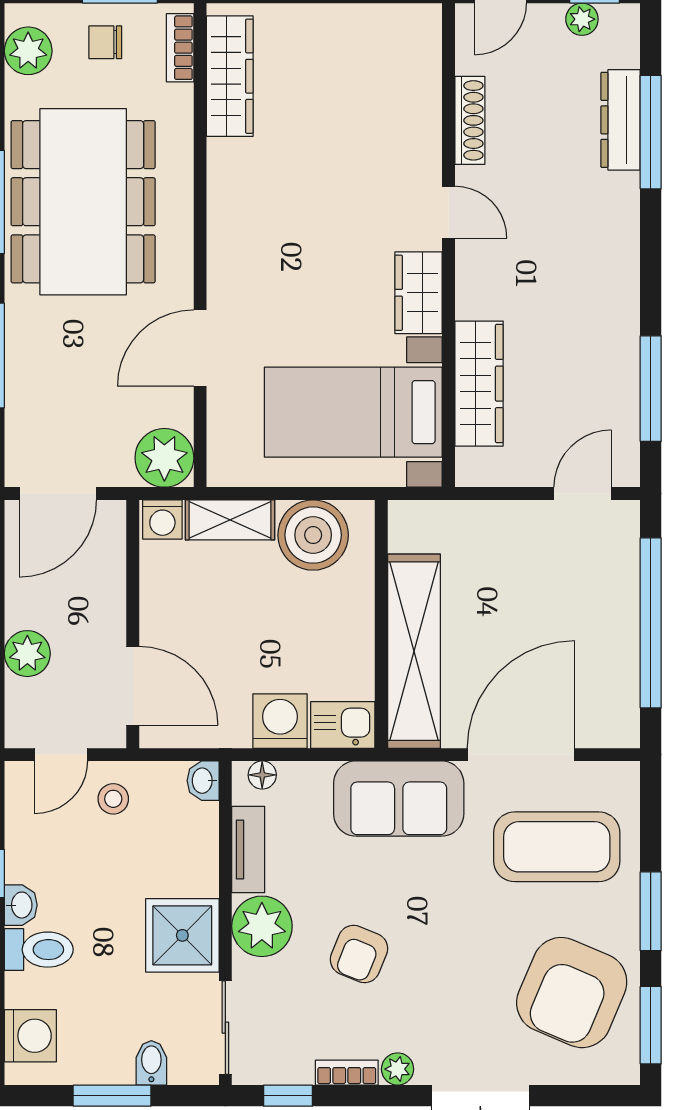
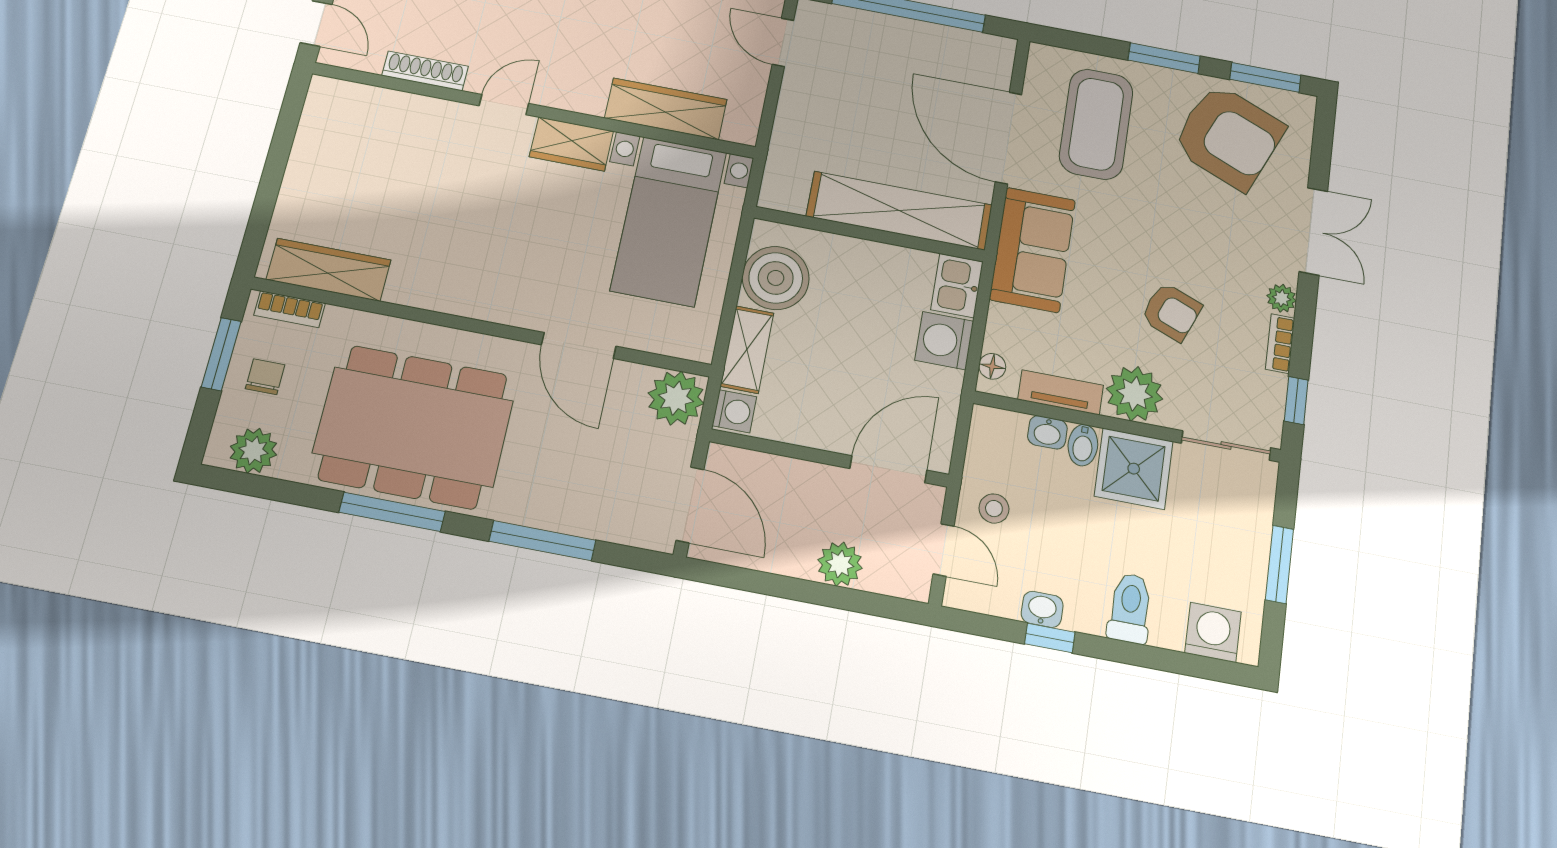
chair: (105, 42) -> (265, 377), turned 180
washbasin: (203, 781) -> (1047, 432), moved
washbasin: (21, 905) -> (1042, 609), moved
bidet: (151, 1063) -> (1083, 445), moved, turned -90

